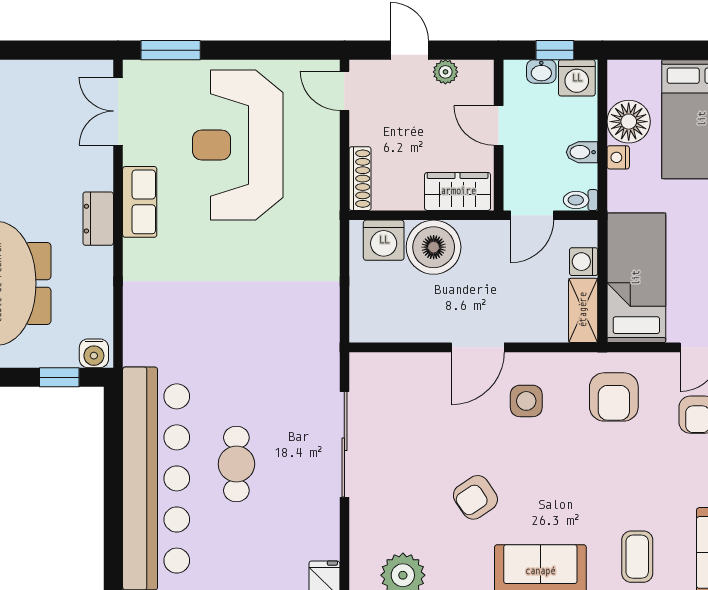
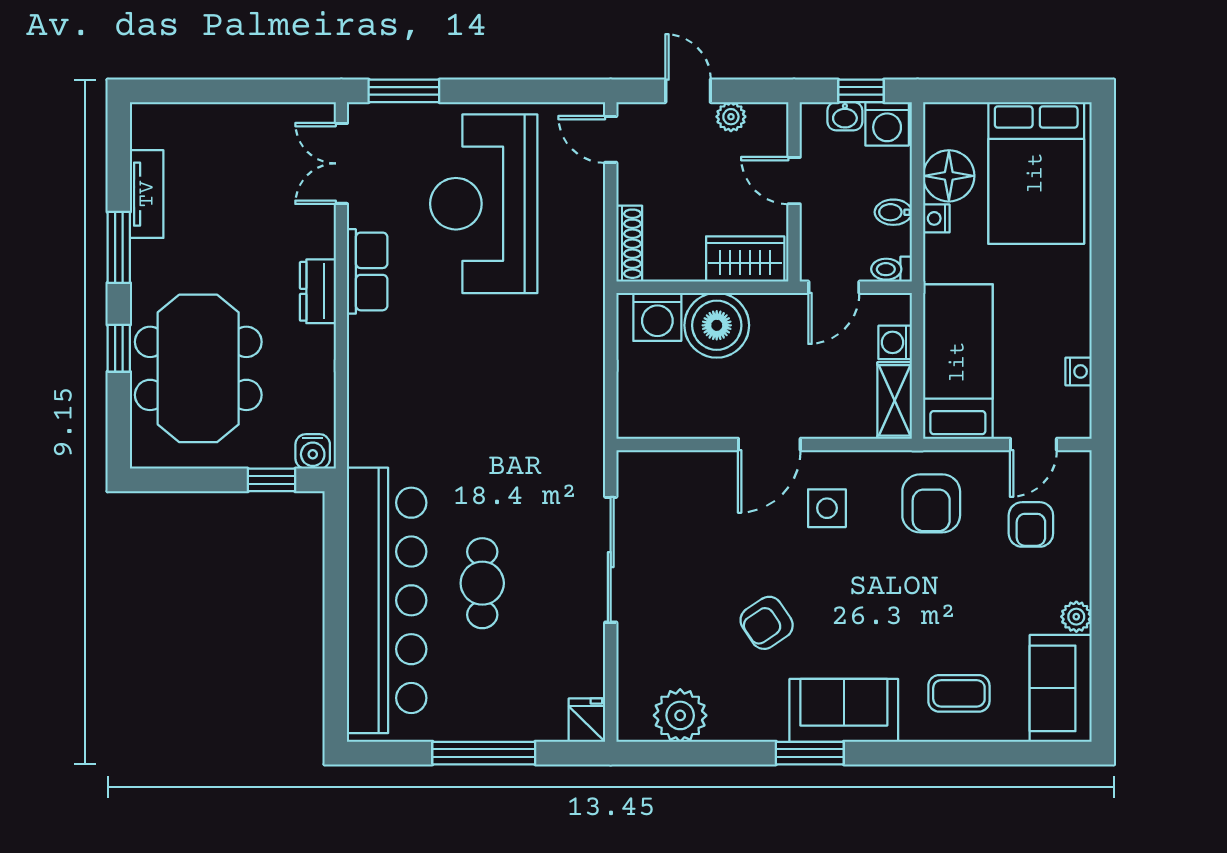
coffee table: (637, 557) -> (959, 693), turned 90

